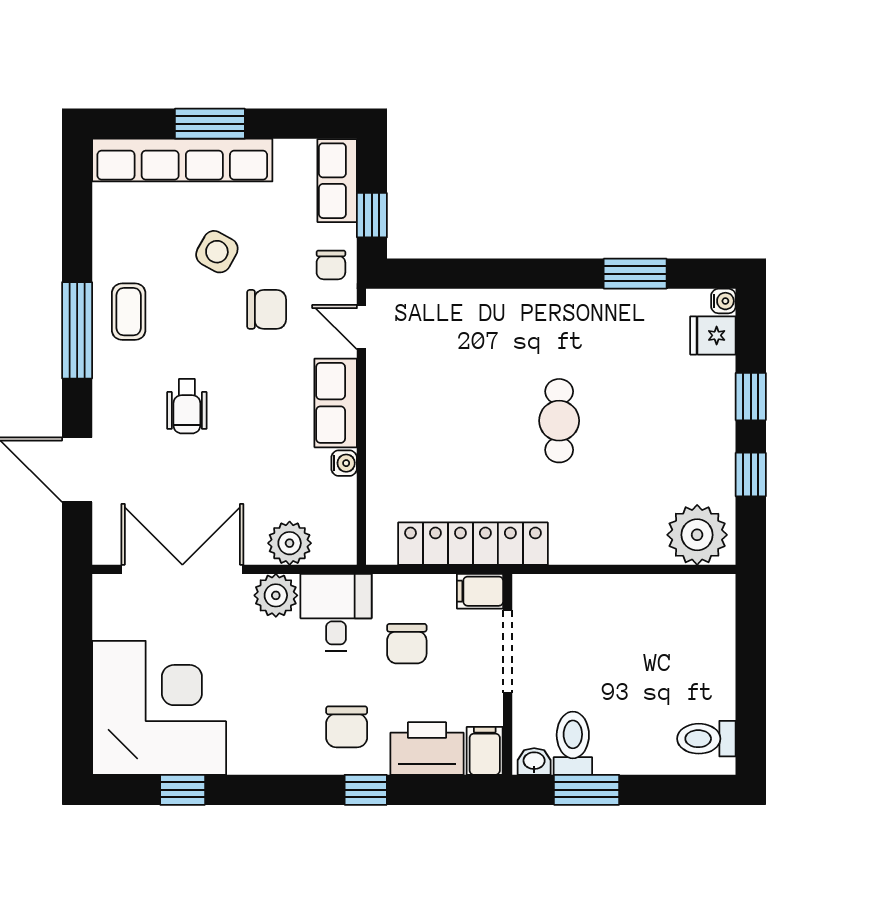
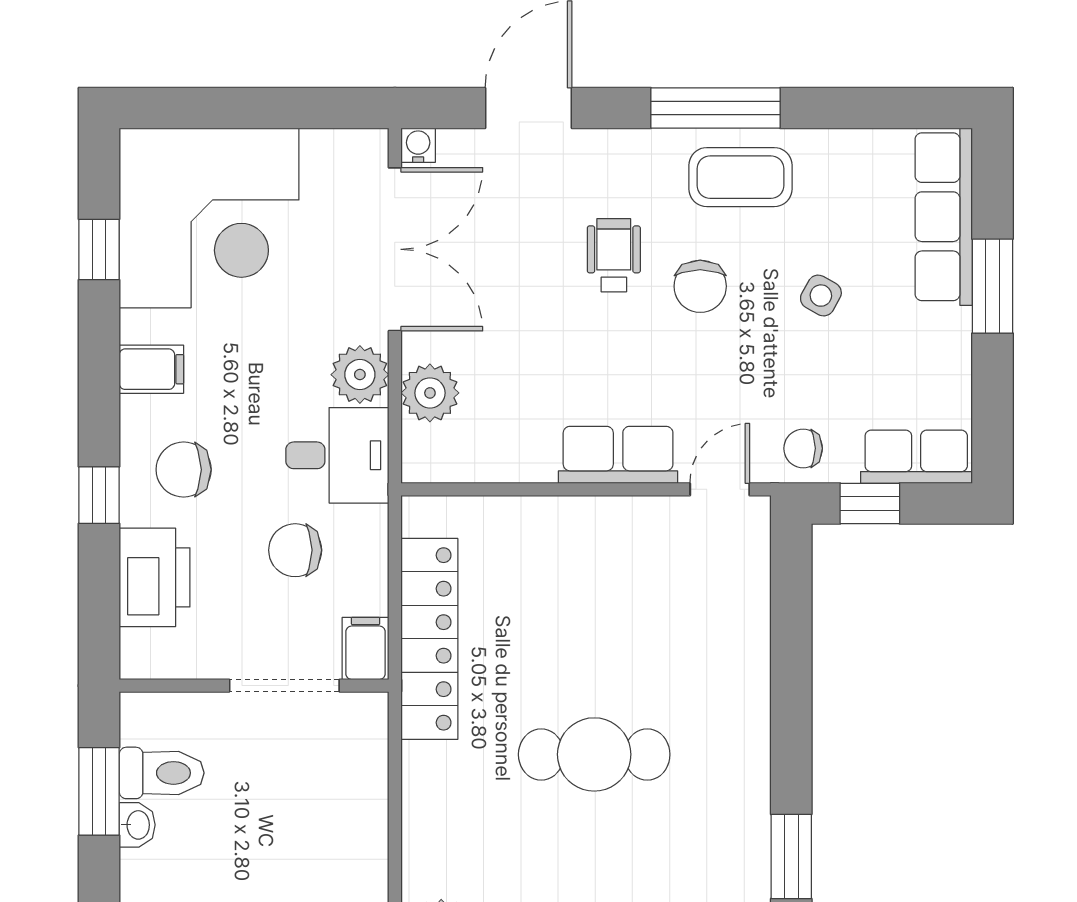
row of seats: (182, 160) -> (944, 217), width x0.73
side table: (217, 252) -> (821, 296), width x0.73, depth x0.73
chair: (267, 309) -> (700, 286), moved
coffee table: (129, 312) -> (740, 177), width x1.36, depth x1.30
wheelchair: (187, 406) -> (614, 255), turned 90
cafe table: (559, 421) -> (594, 754), width x1.37, depth x1.35
water cooler: (344, 463) -> (418, 145), moved, turned 180
filing cabinet: (485, 751) -> (151, 369), moved
washbasin: (534, 761) -> (137, 825), moved

